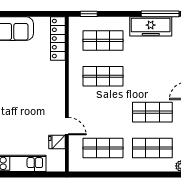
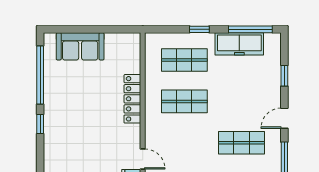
window: (89, 14) -> (199, 29), moved
locker: (58, 39) -> (132, 99), moved

